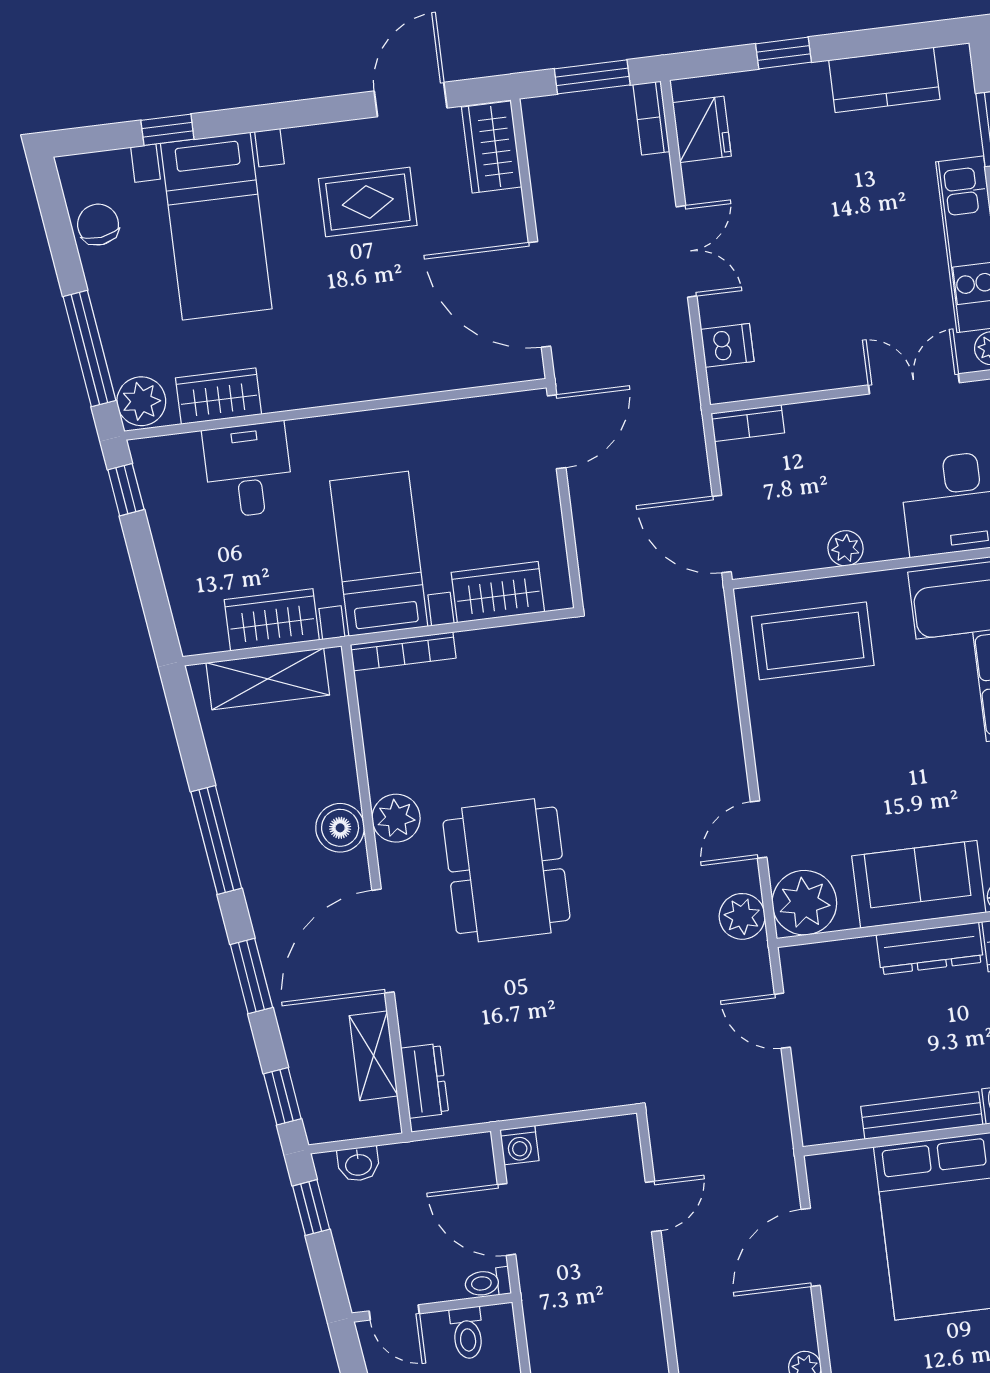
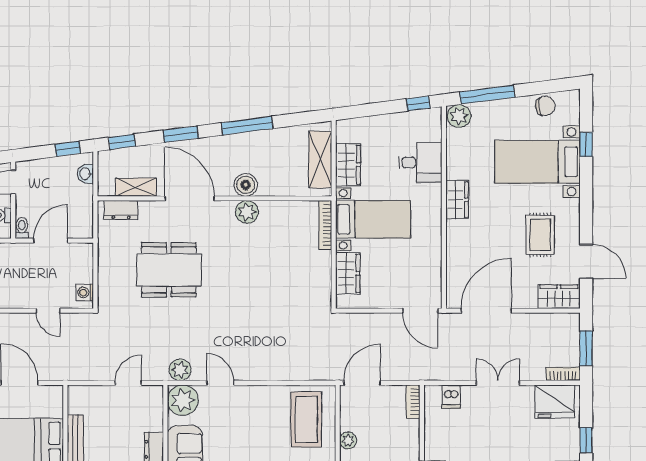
fridge: (702, 129) -> (555, 401), width x1.36, depth x1.34
double door: (687, 251) -> (498, 383), swing flipped
wardrobe: (219, 396) -> (457, 200), moved
dining table: (506, 870) -> (169, 270), moved
washing machine: (519, 1145) -> (85, 293), moved

